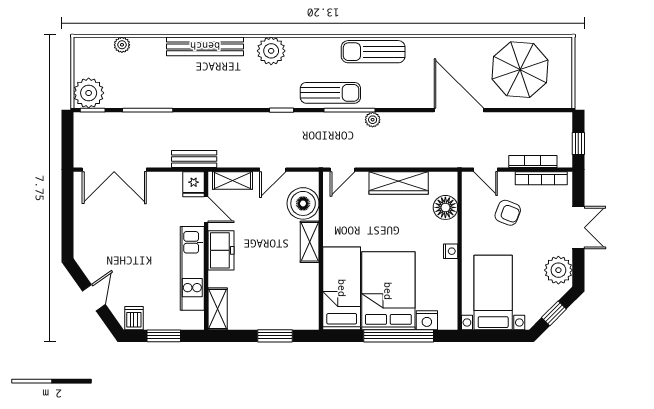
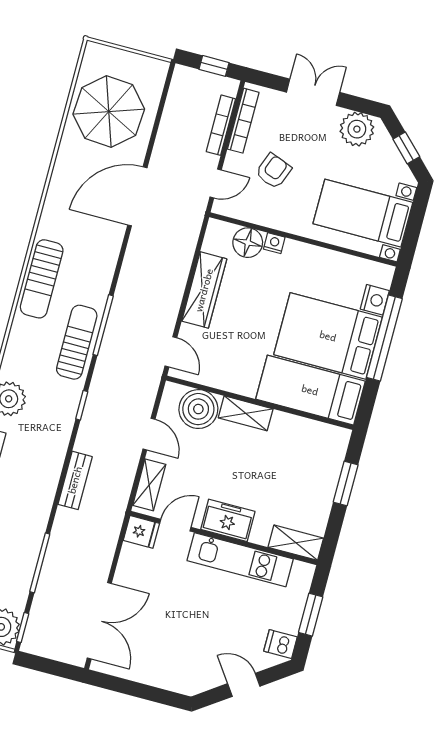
plant: (373, 120) -> (122, 301), removed
bench: (194, 159) -> (75, 480), moved
nightstand: (451, 251) -> (274, 243), moved

